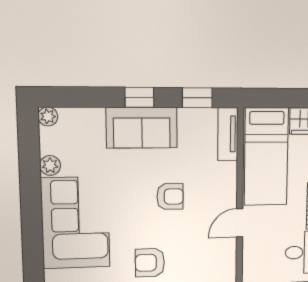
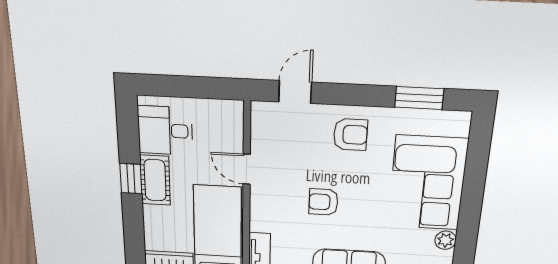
door: (240, 223) -> (247, 169), swing flipped

